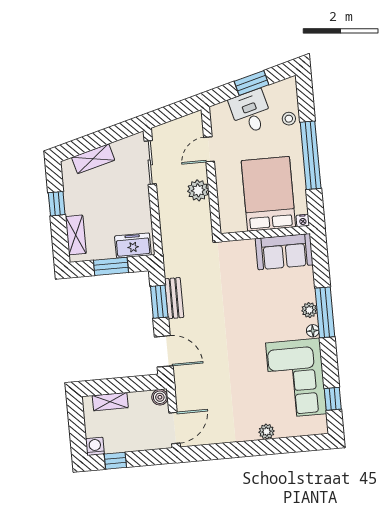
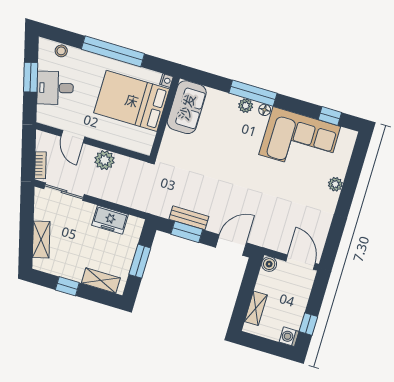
stool: (289, 119) -> (61, 51), moved
bookcase: (167, 128) -> (40, 165), added
freezer: (133, 246) -> (110, 220), moved, turned -90

